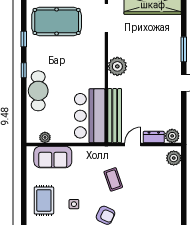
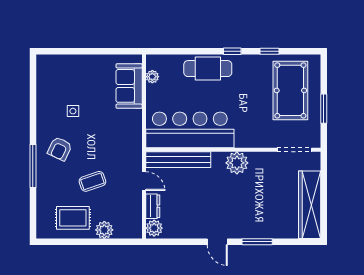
bar counter: (90, 116) -> (190, 130), width x1.36
plant: (174, 158) -> (104, 230), moved
coffee table: (113, 179) -> (92, 181), moved
rug: (44, 200) -> (73, 218), moved

